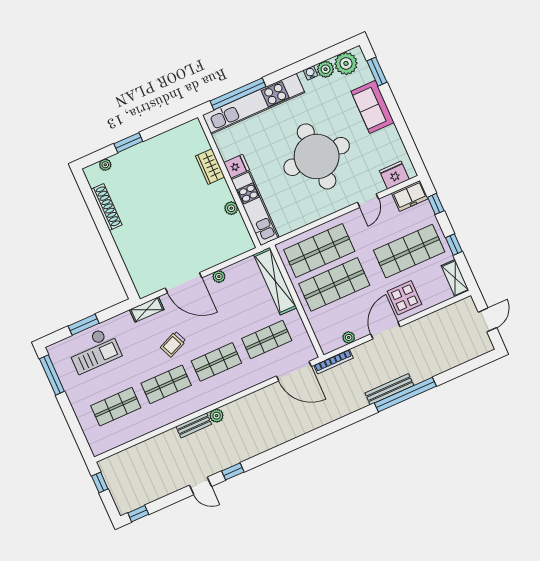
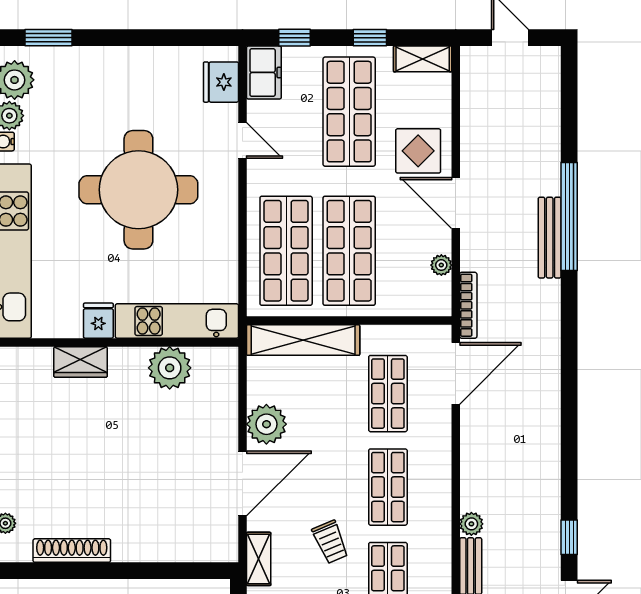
sofa: (373, 107) -> (100, 69), removed
plant: (231, 208) -> (170, 368), width x1.87, depth x1.87
plant: (219, 277) -> (266, 424), width x1.88, depth x1.88

